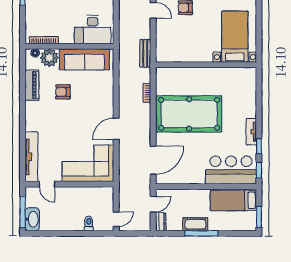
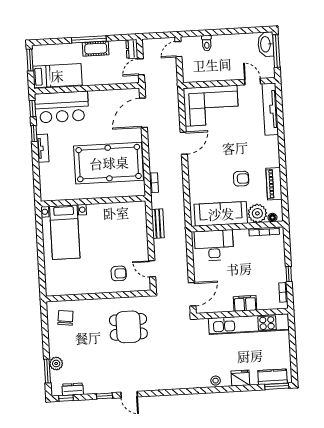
bed with nightstands: (235, 37) -> (65, 232), moved
wall: (206, 65) -> (93, 201), moved

